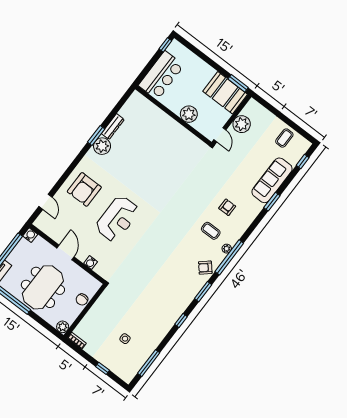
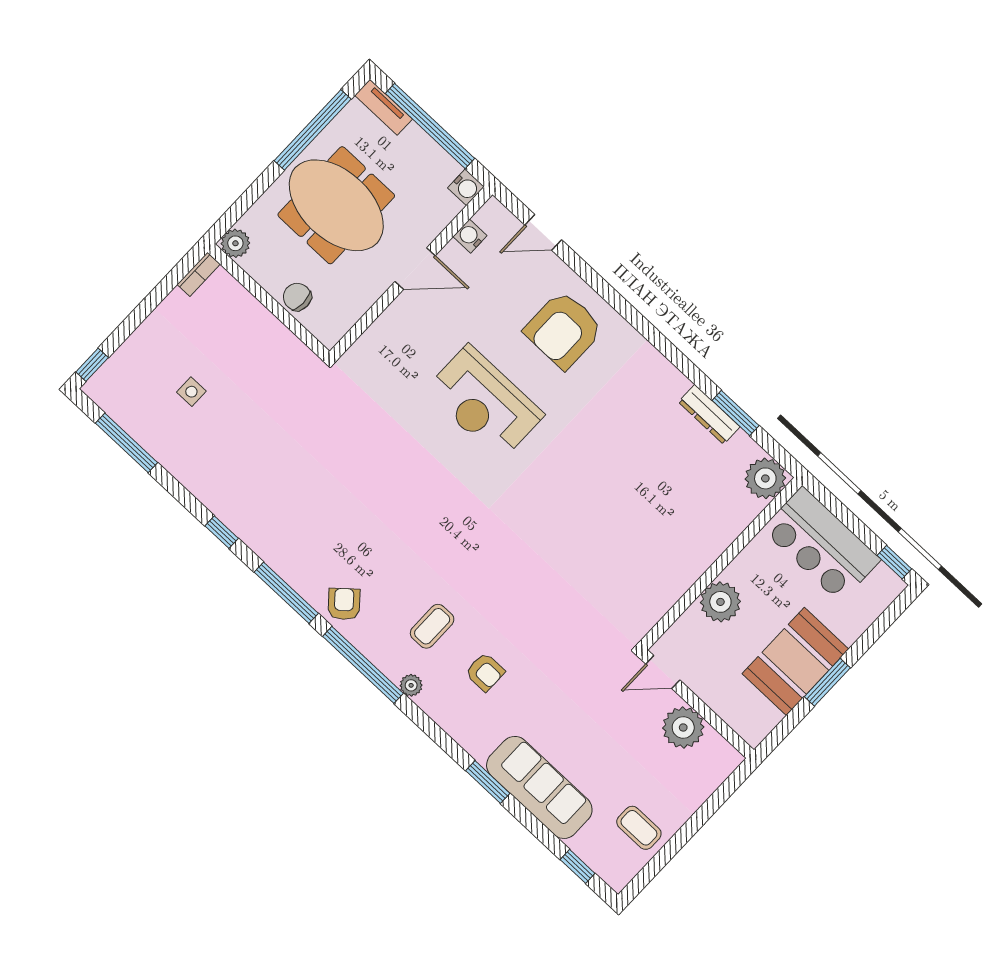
window: (238, 83) -> (827, 682), moved
booth: (225, 93) -> (795, 661), moved
window: (96, 135) -> (736, 413), moved
plant: (102, 146) -> (765, 478), moved
armchair: (84, 189) -> (564, 330), turned -90
plant: (227, 249) -> (411, 685), moved
water cooler: (91, 263) -> (470, 236), moved
window: (203, 292) -> (286, 593), width x1.44
window: (103, 368) -> (92, 365), moved

